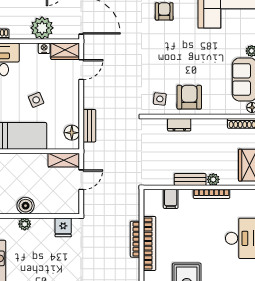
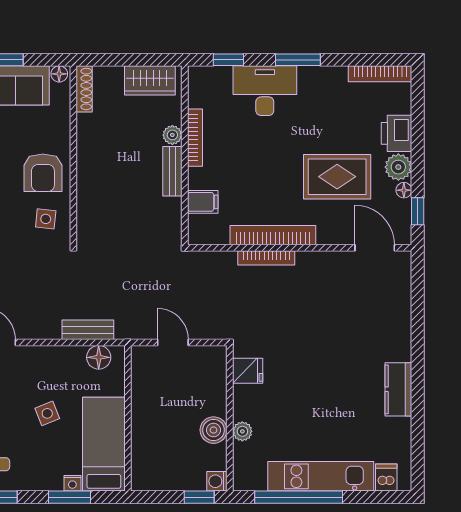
armchair: (189, 97) -> (43, 173), turned -90
dresser: (179, 125) -> (86, 188), removed
shelving: (64, 160) -> (142, 370), removed

